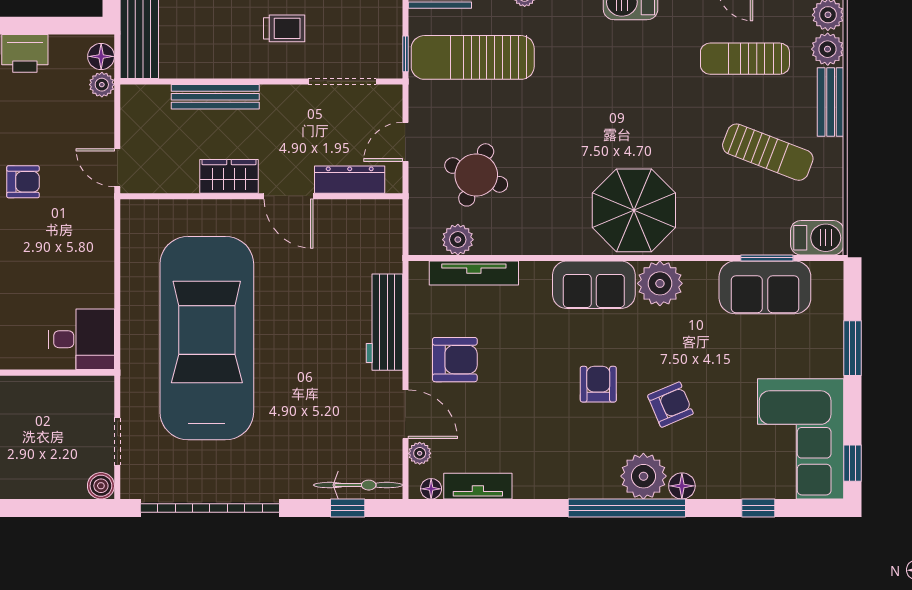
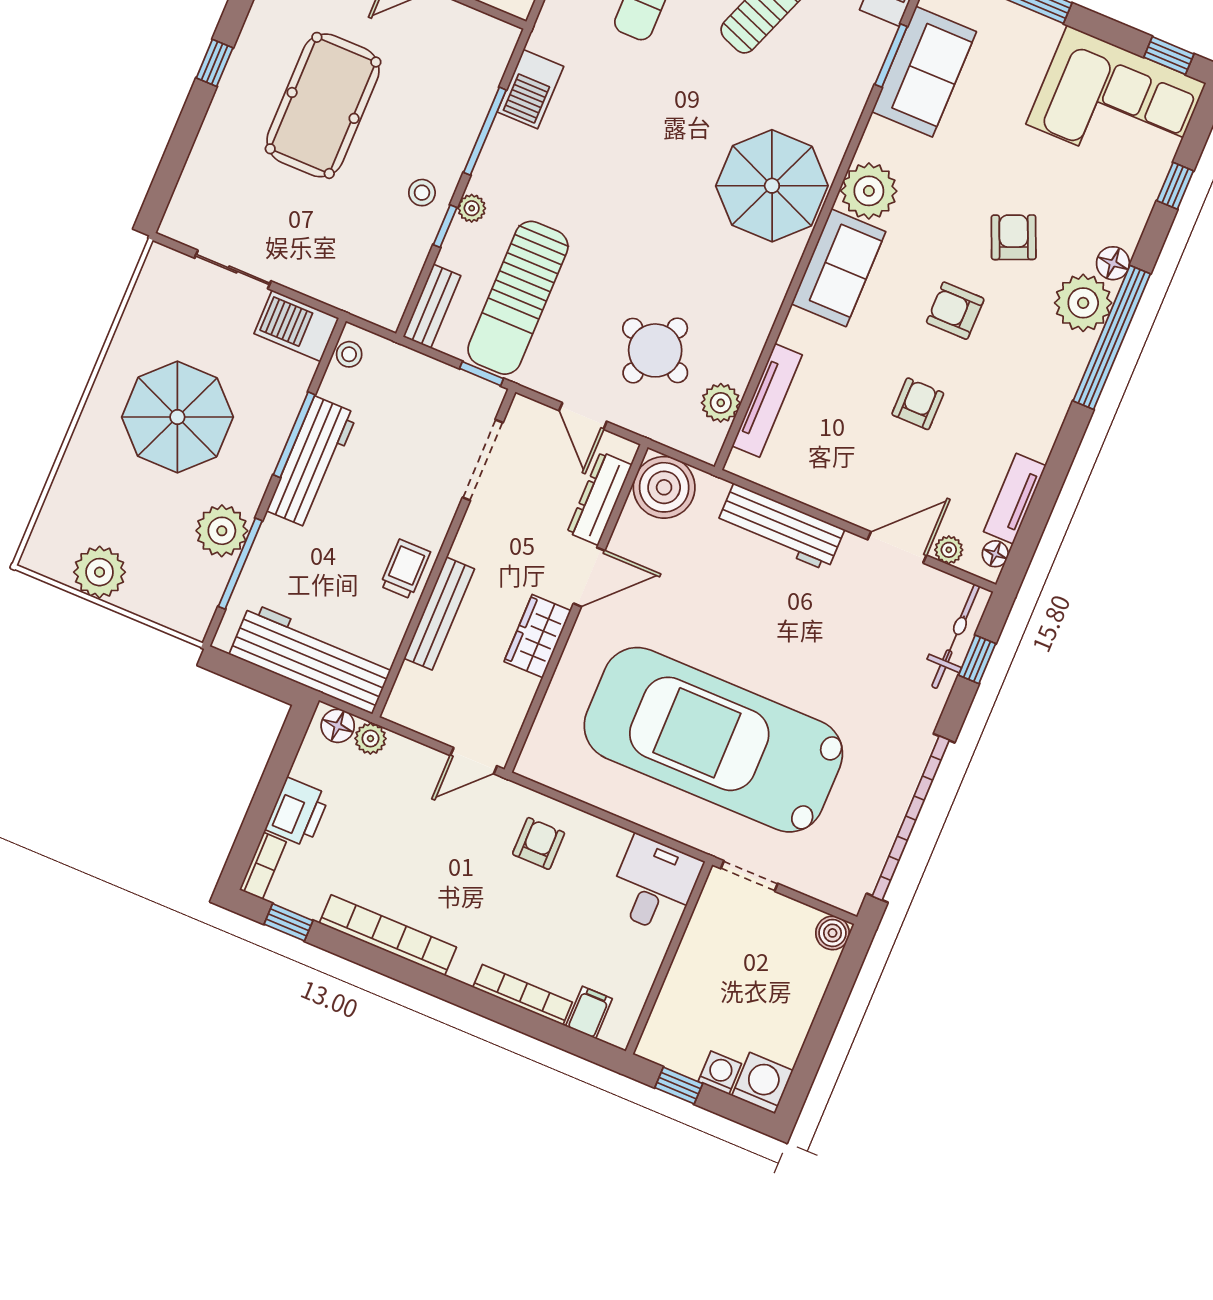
trolley: (284, 28) -> (405, 569), moved
armchair: (23, 182) -> (539, 843), moved
boiler: (378, 224) -> (664, 487), added
armchair: (455, 360) -> (918, 404), moved, width x0.72, depth x0.72
doorway: (117, 442) -> (749, 876), moved

